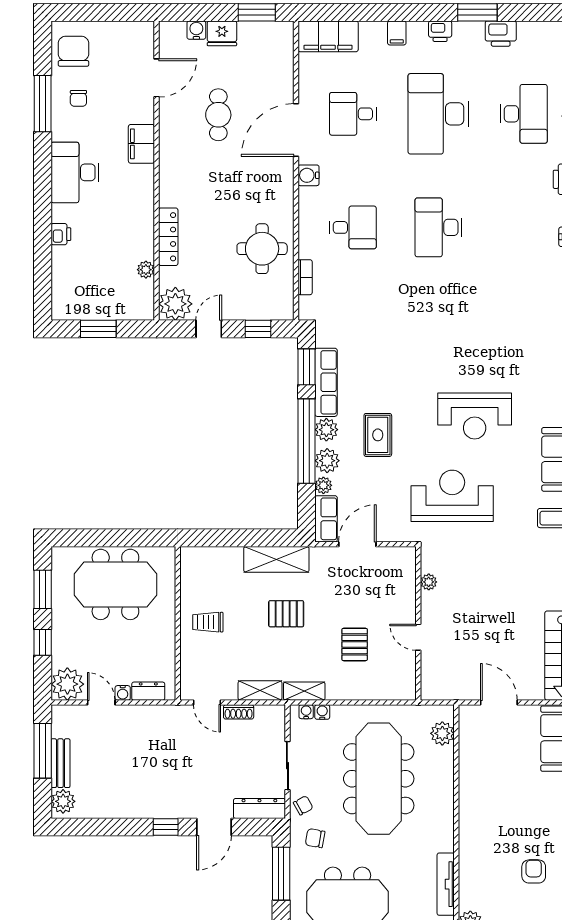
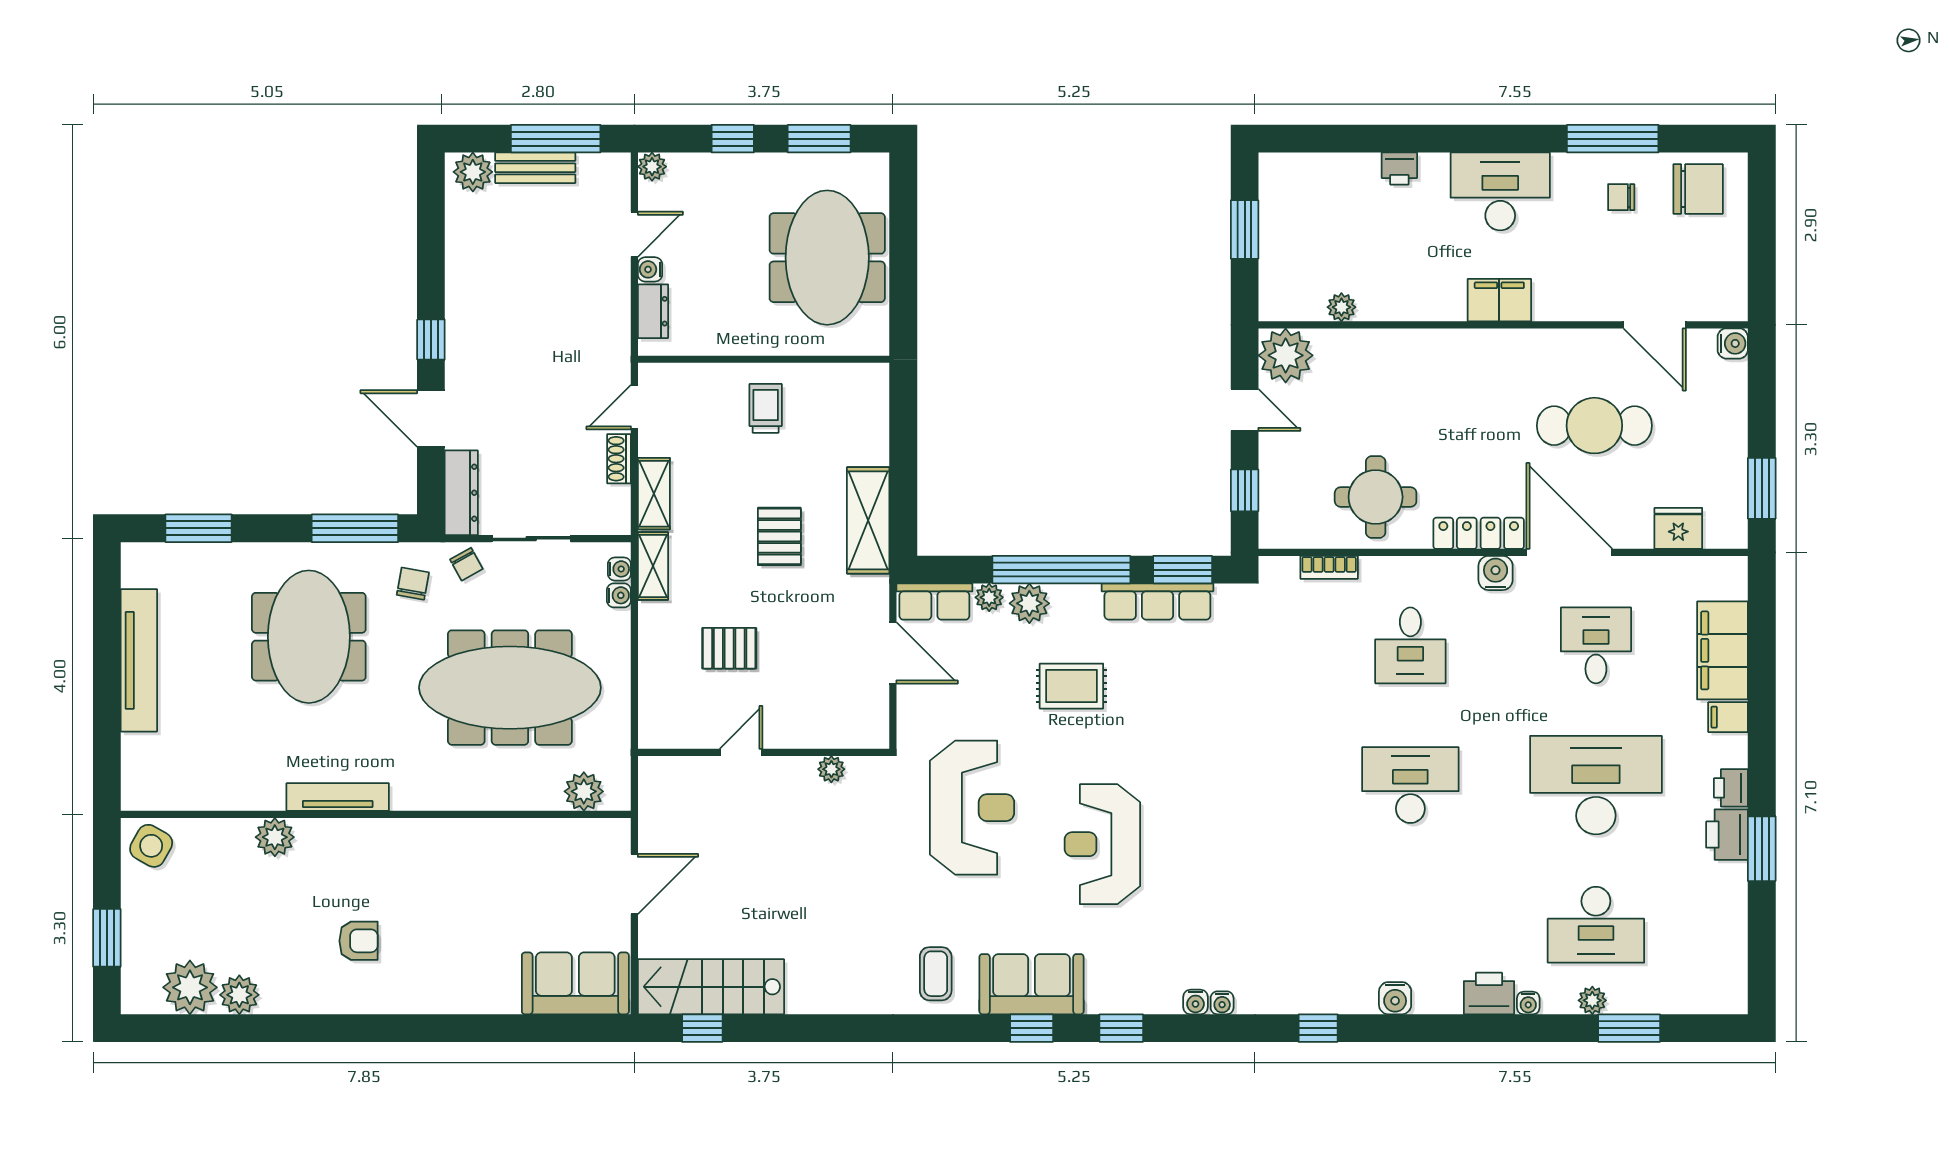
water cooler: (196, 30) -> (1733, 343), moved
fridge: (222, 33) -> (1678, 528), moved, turned 90
printer: (501, 34) -> (1727, 835), moved
filing cabinet: (328, 36) -> (1723, 650), moved
cafe table: (218, 115) -> (1594, 426), width x1.37, depth x1.35
filing cabinet: (141, 144) -> (1499, 300), moved
locker: (168, 237) -> (1479, 533), moved, turned 180
plant: (326, 430) -> (1080, 602), removed
plant: (67, 684) -> (652, 167), width x0.53, depth x0.53

